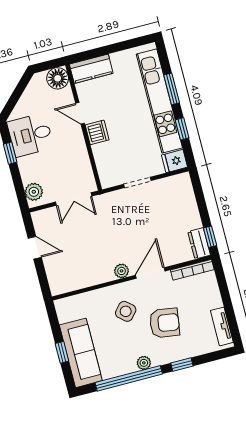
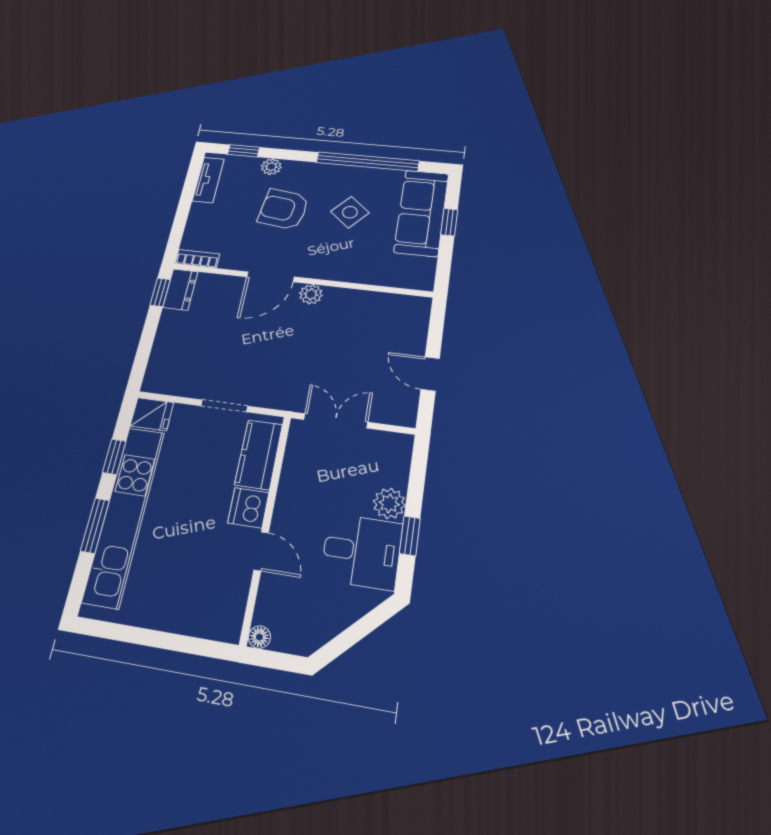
kitchen counter: (91, 69) -> (259, 454), moved, turned -90
floor lamp: (58, 78) -> (259, 637), width x0.53, depth x0.53
plant: (34, 192) -> (389, 503), moved
bookcase: (192, 270) -> (197, 259), width x0.64
side table: (126, 311) -> (350, 212), moved
plant: (144, 363) -> (271, 167), moved
window: (182, 365) -> (244, 151), moved

